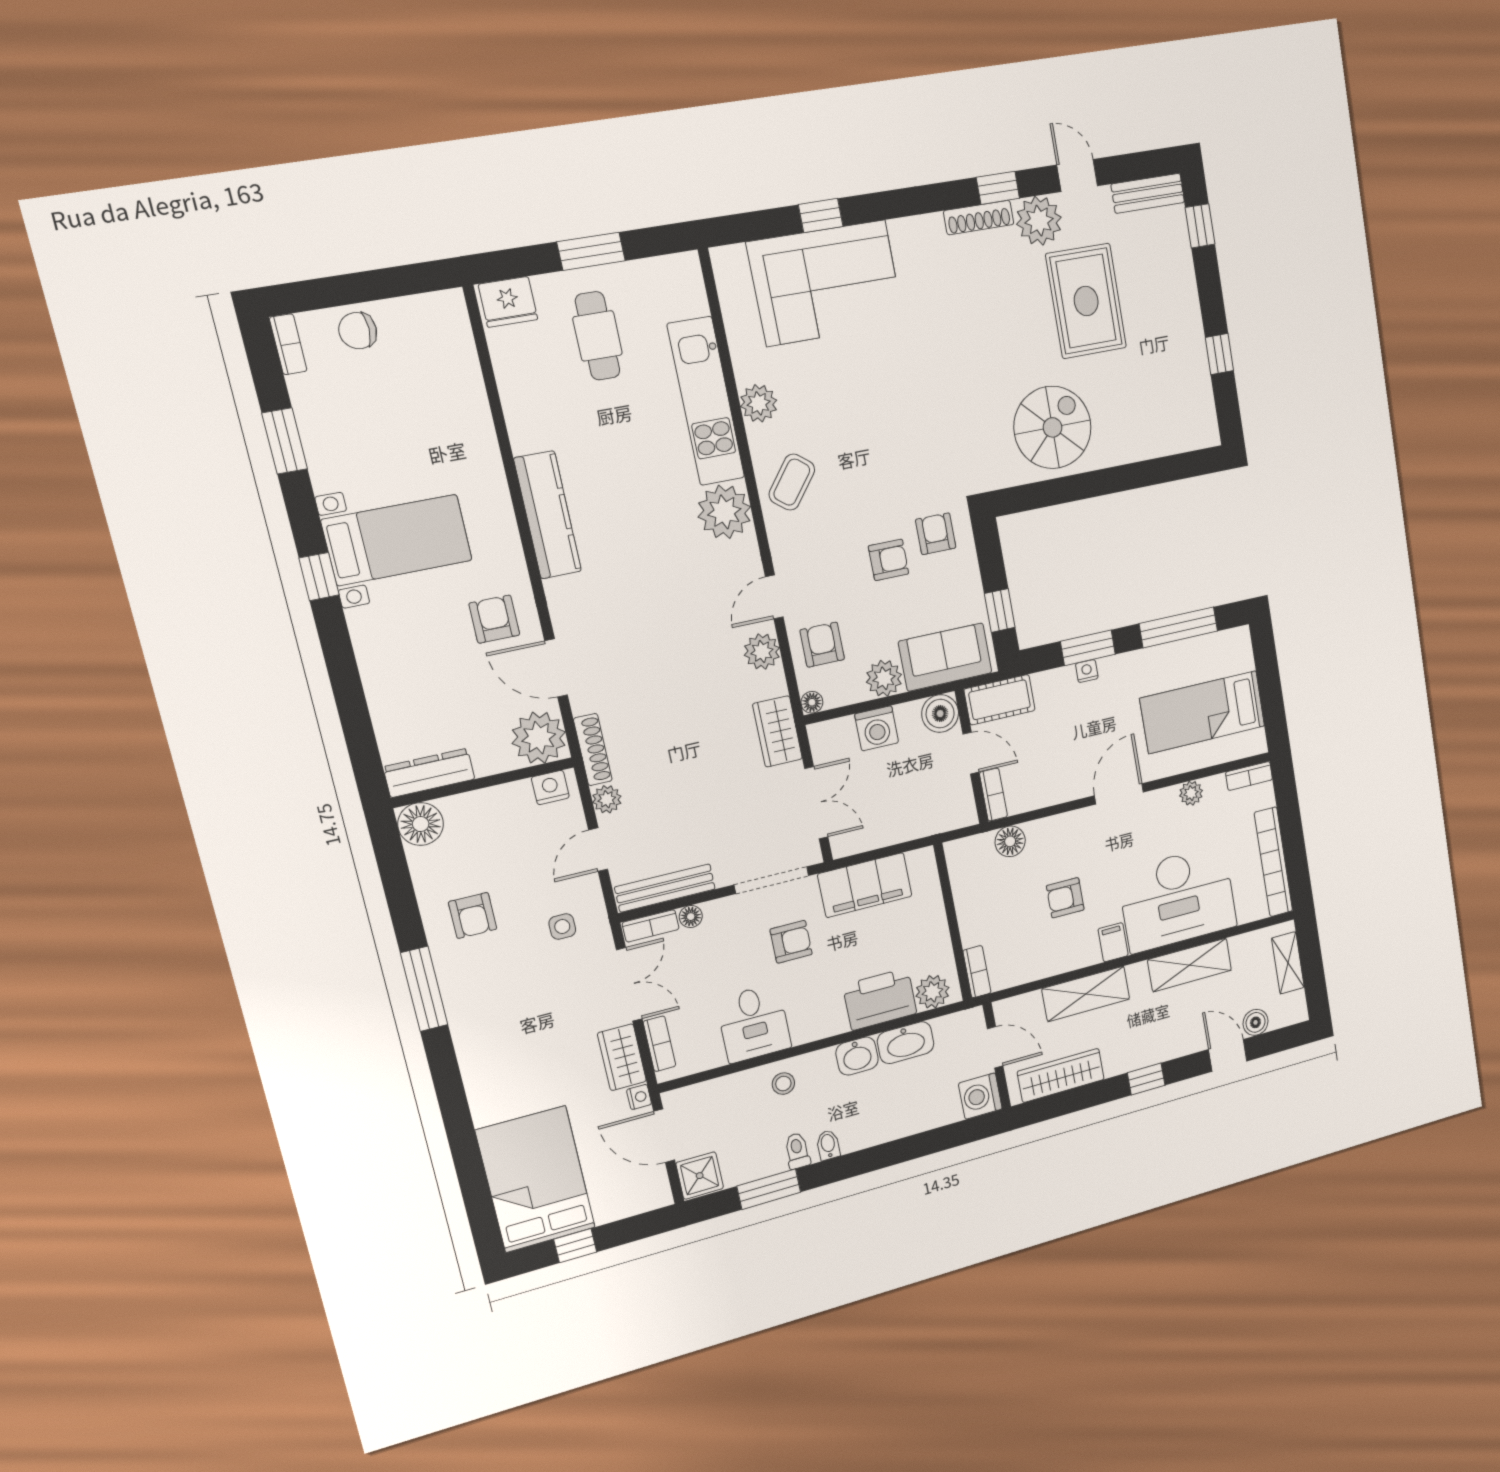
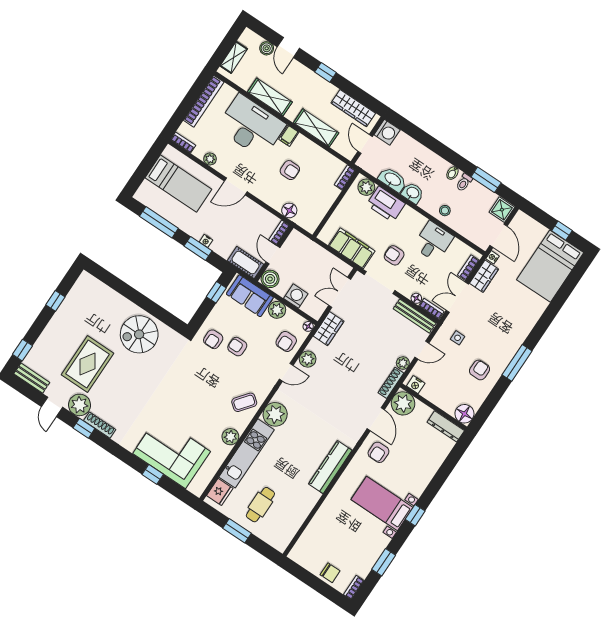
fridge: (508, 302) -> (220, 492), moved, turned 90

